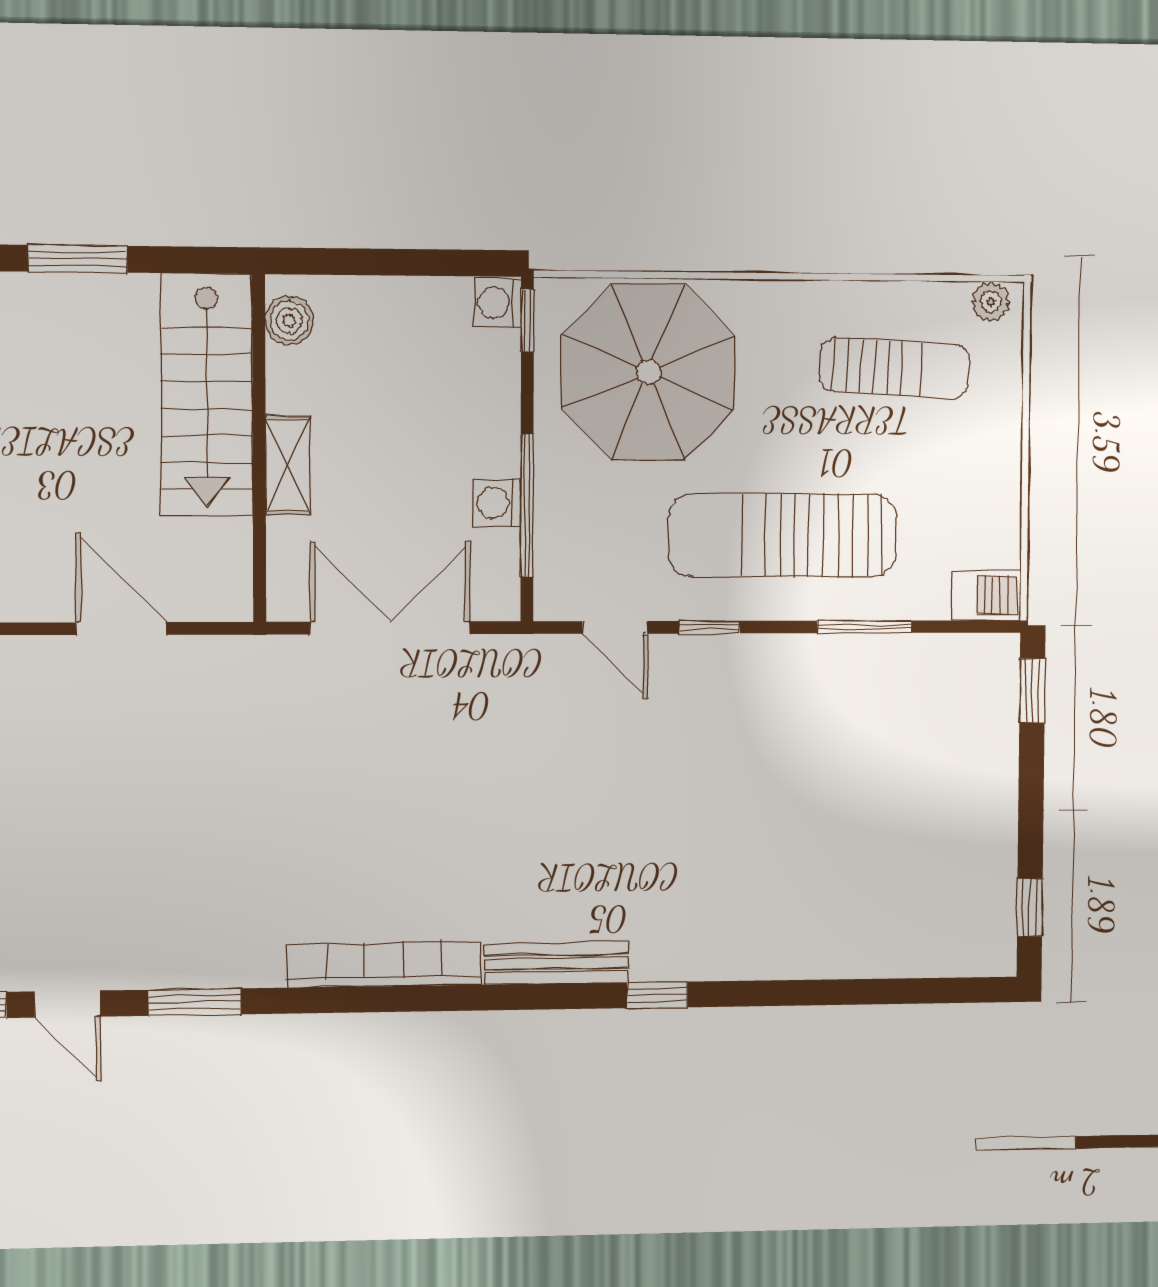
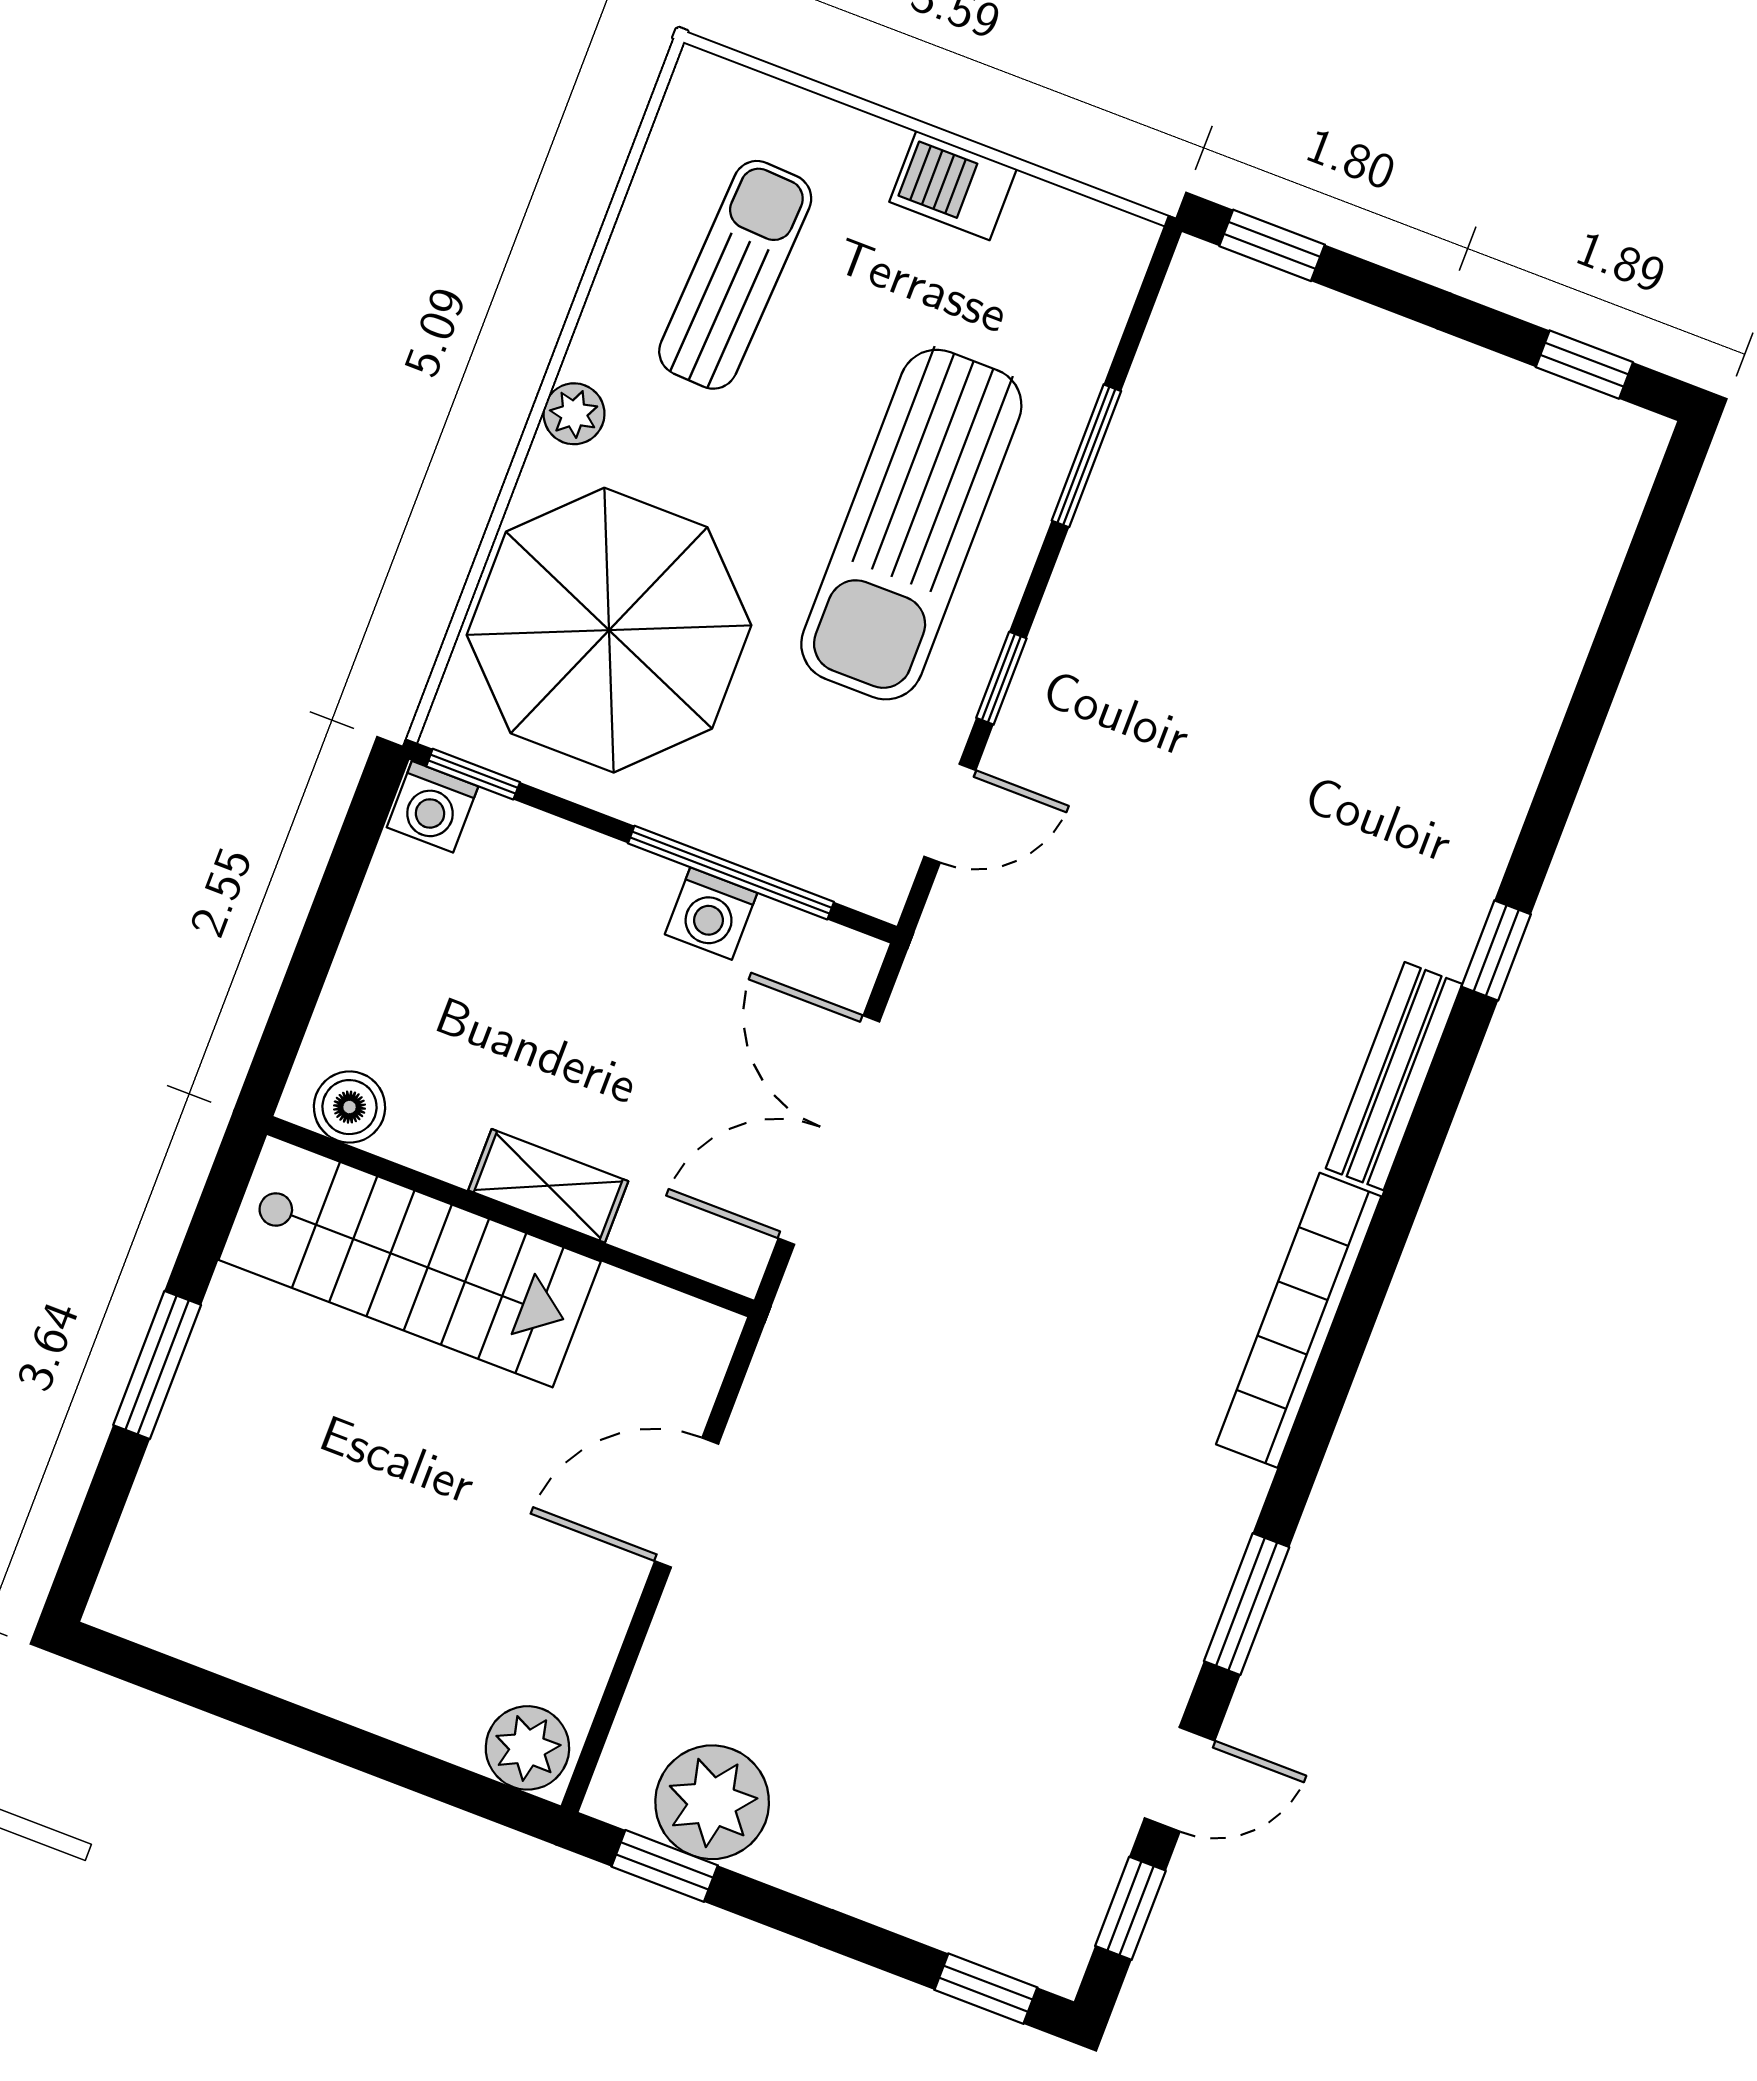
plant: (991, 302) -> (574, 414), moved
barbecue: (986, 595) -> (953, 185), moved, turned -90

